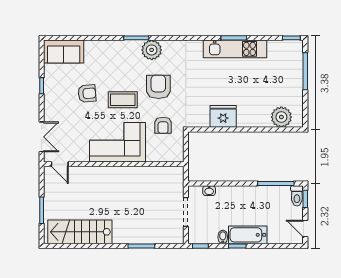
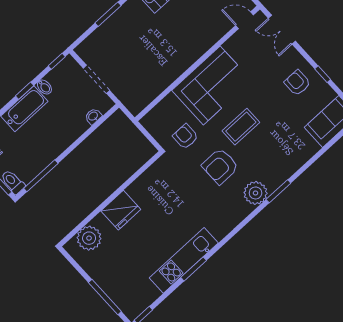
armchair: (158, 87) -> (220, 166), turned 90
armchair: (87, 93) -> (297, 83), moved, turned 95
fridge: (223, 116) -> (121, 210), moved

